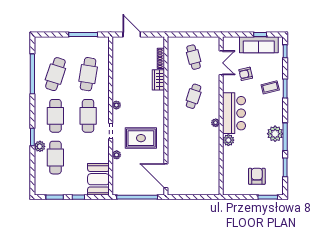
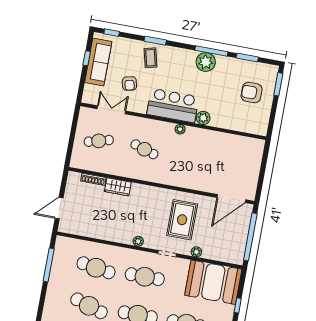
booth: (98, 179) -> (213, 282), width x1.36, depth x1.42

